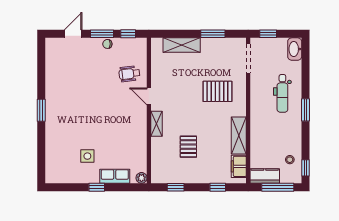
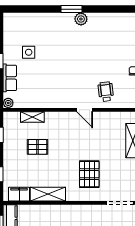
door: (149, 96) -> (85, 110), swing flipped
plant: (52, 100) -> (81, 19), added
shelving: (157, 124) -> (32, 117), moved

